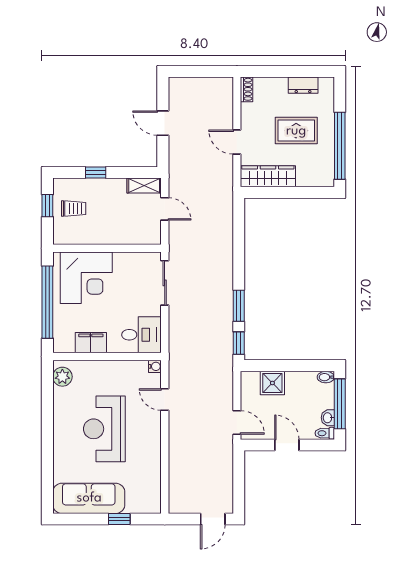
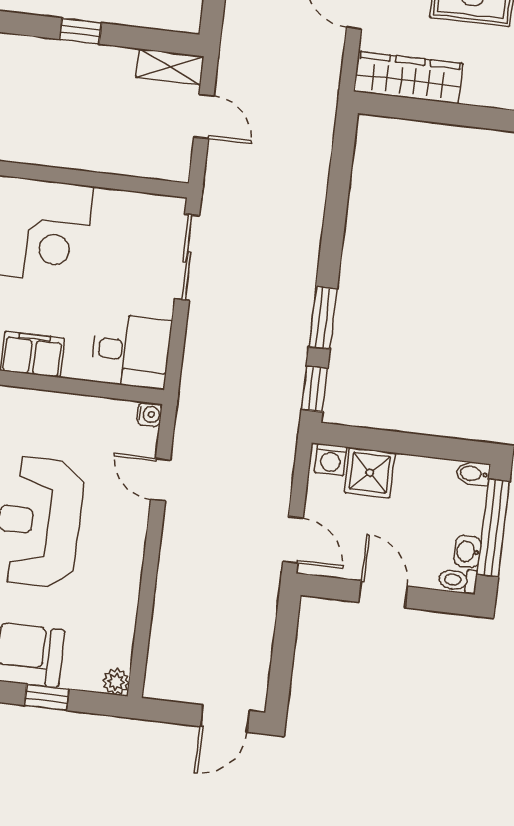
trolley: (74, 208) -> (30, 95), removed
washing machine: (251, 379) -> (331, 460), added
plant: (154, 507) -> (116, 682), added

